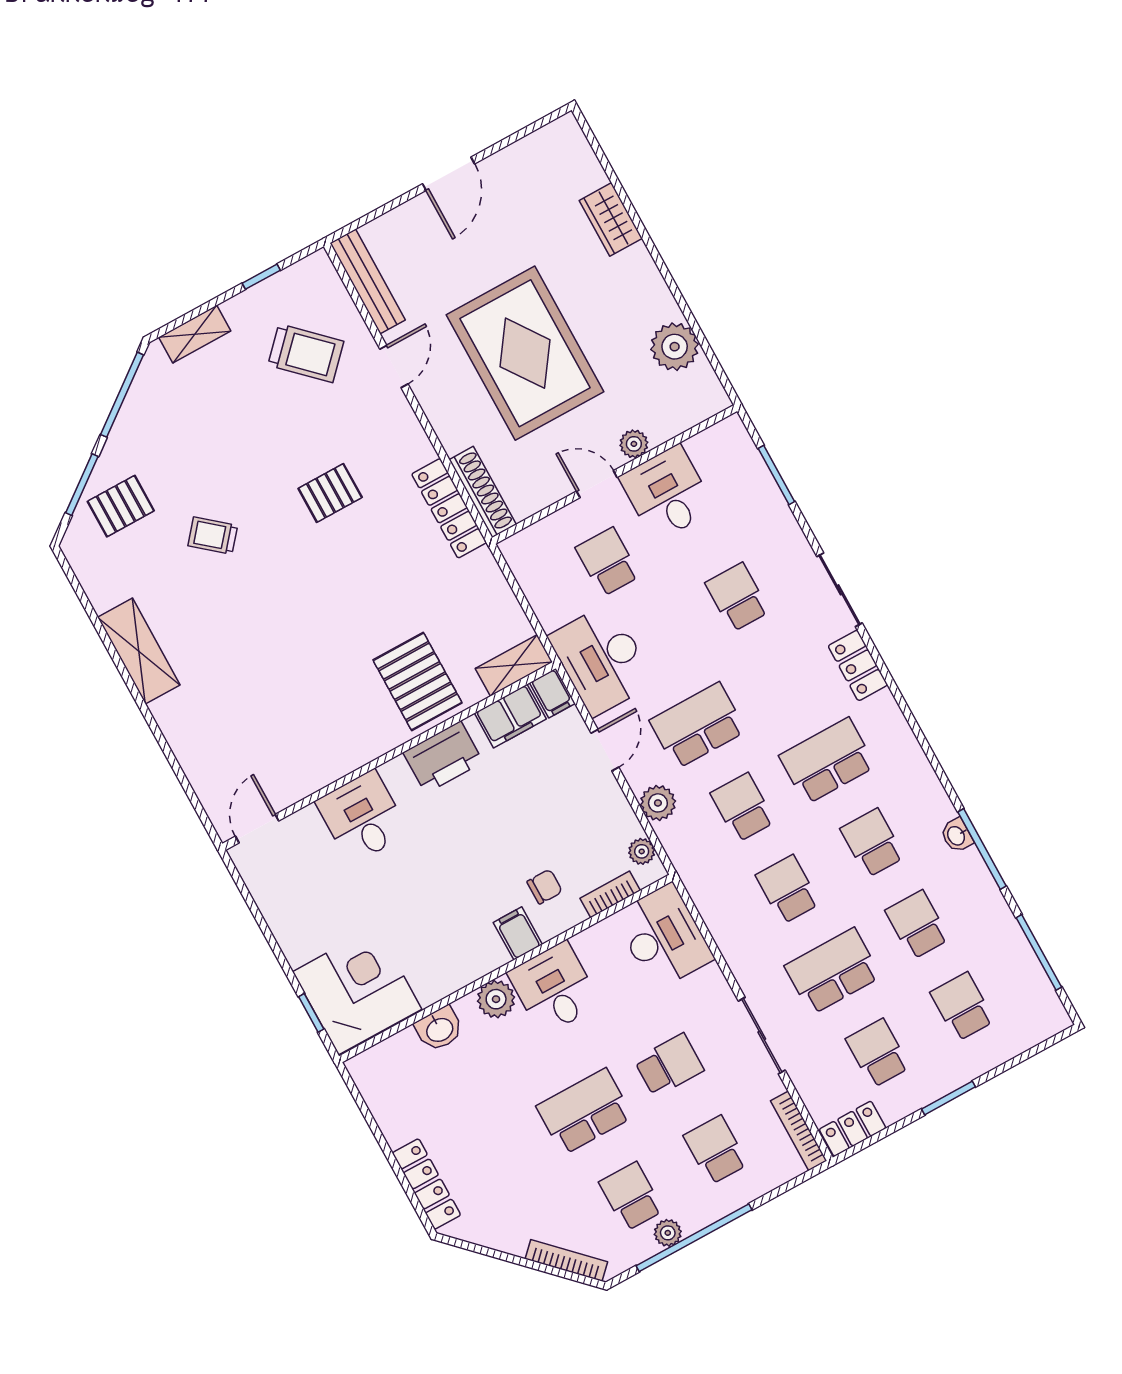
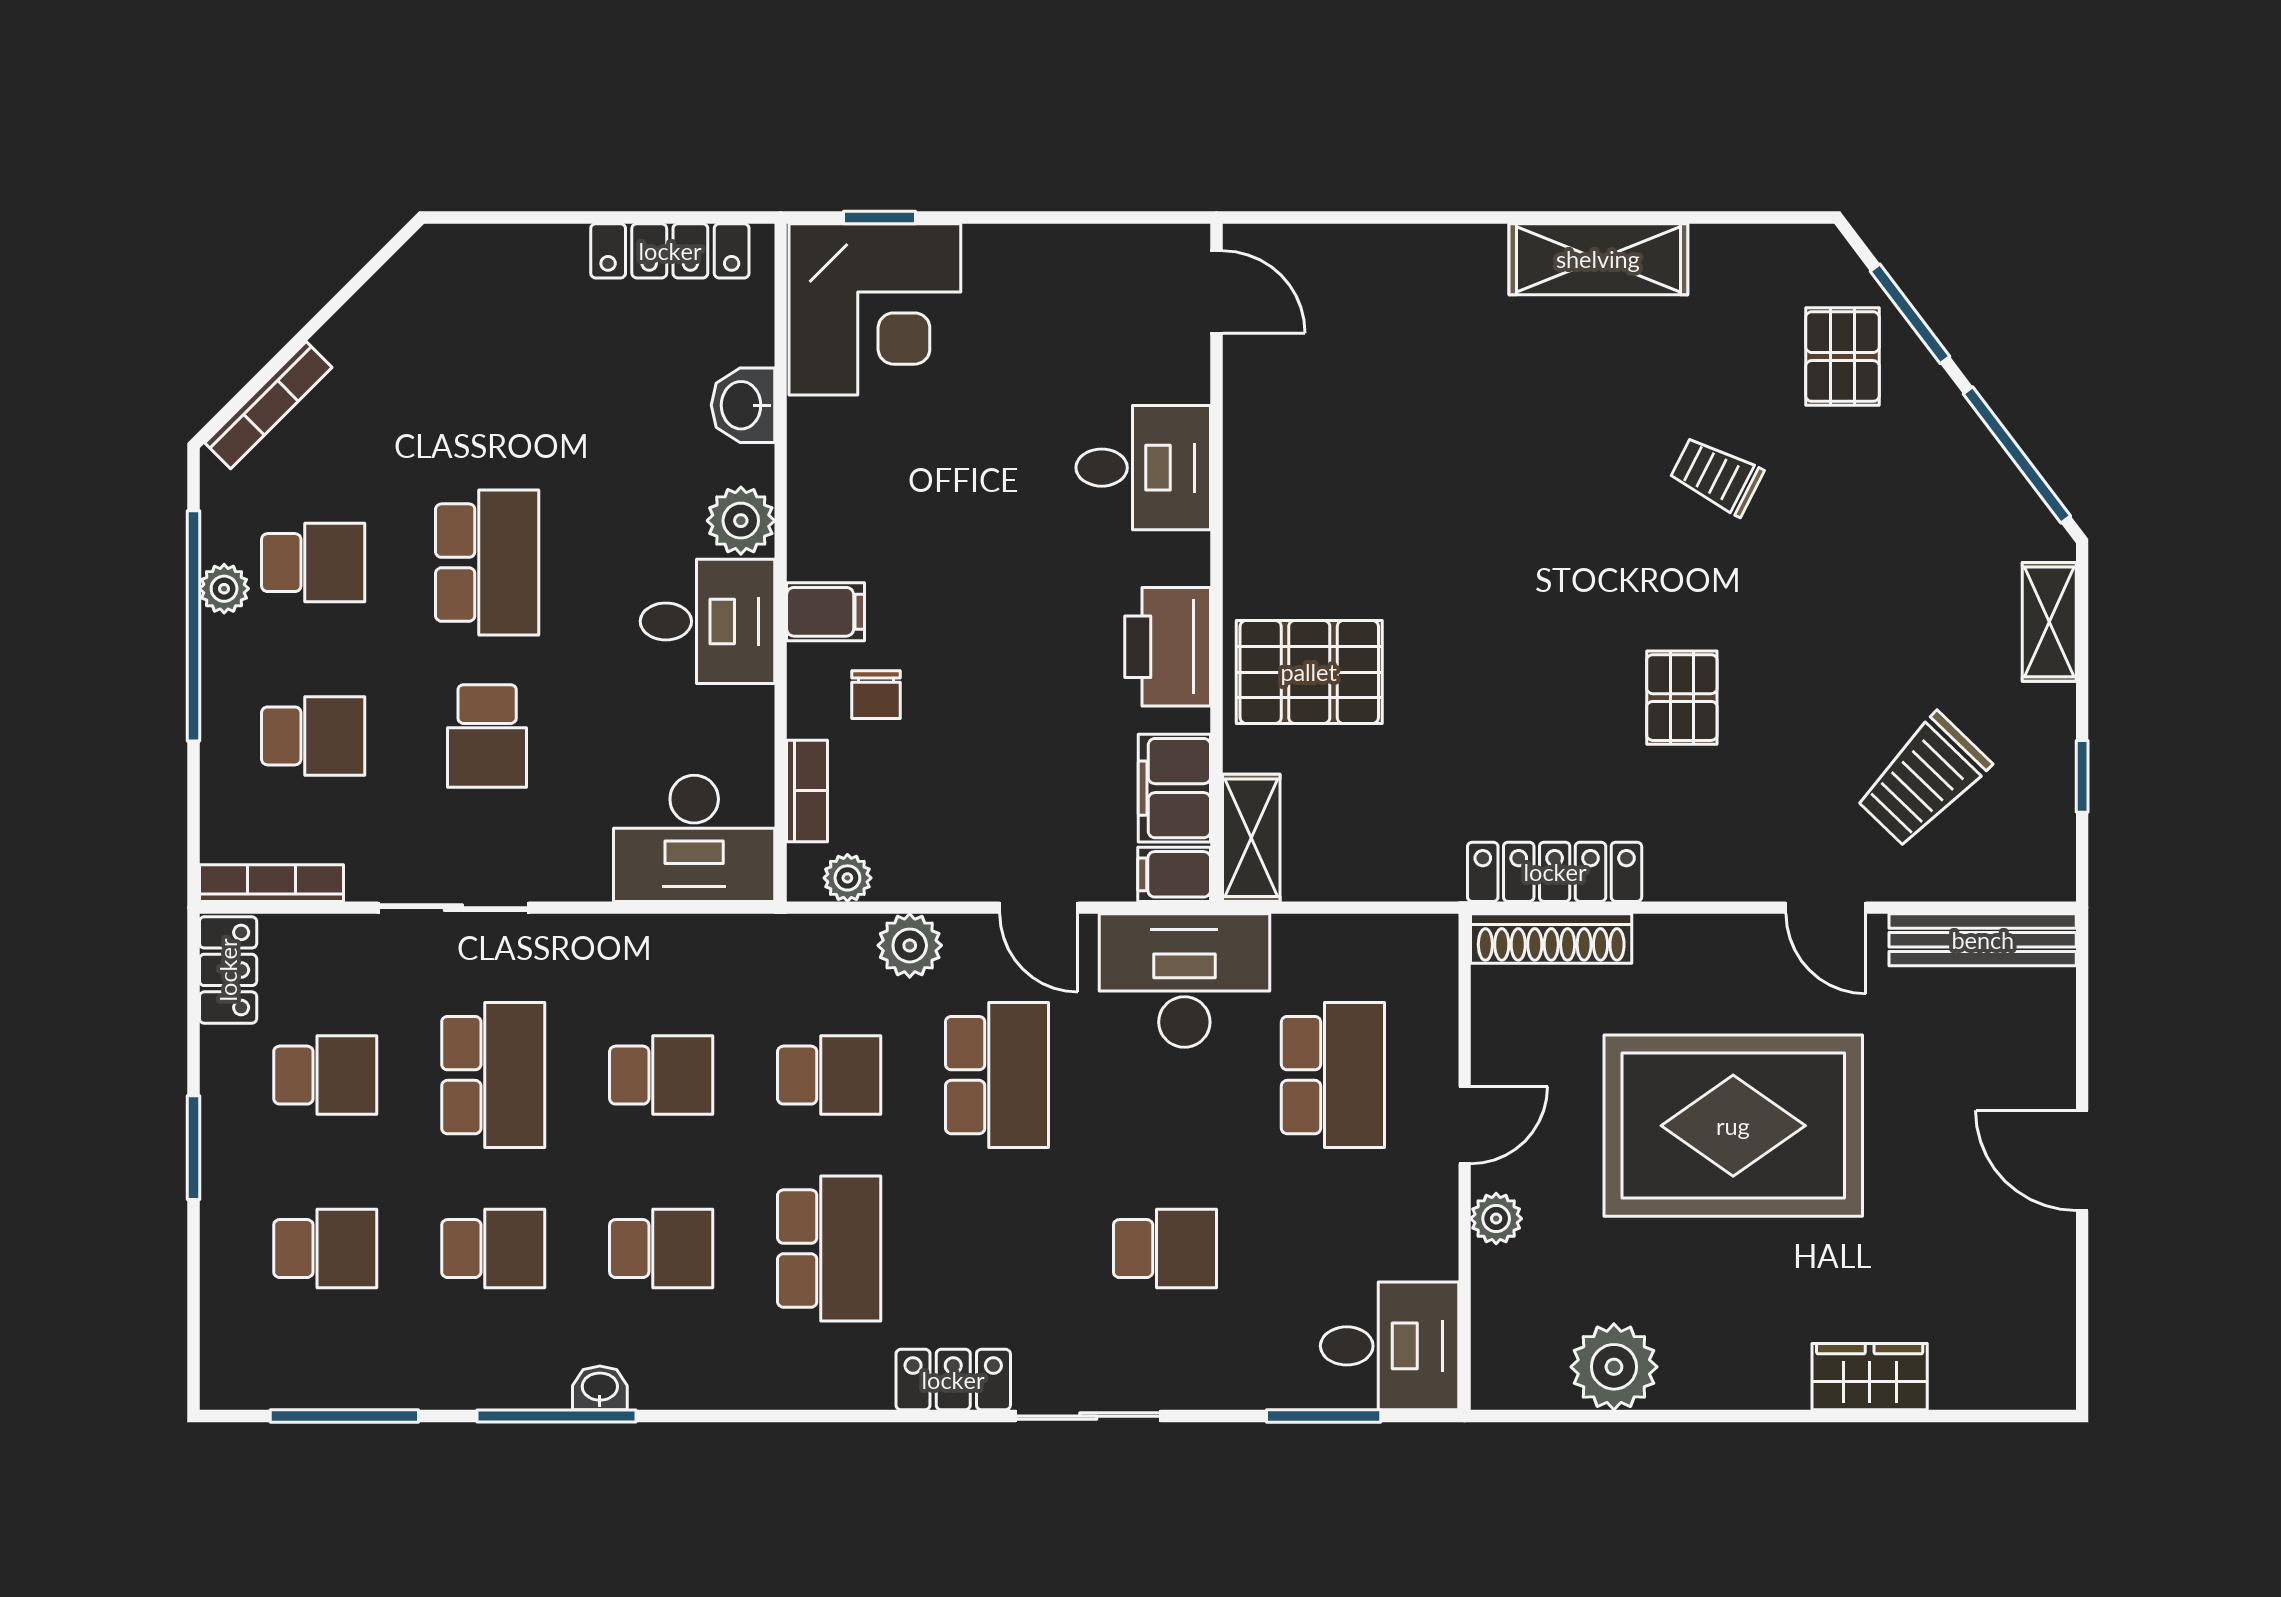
desk: (667, 493) -> (1390, 1346), moved
trolley: (213, 536) -> (1716, 476), turned -103
school desk: (608, 562) -> (1333, 1075), width x1.85
locker: (426, 1184) -> (670, 251), moved

